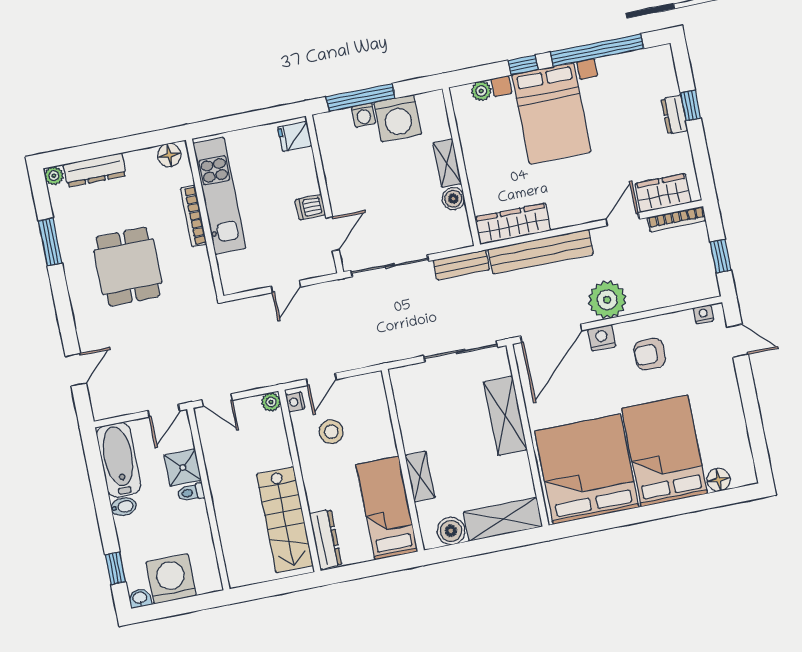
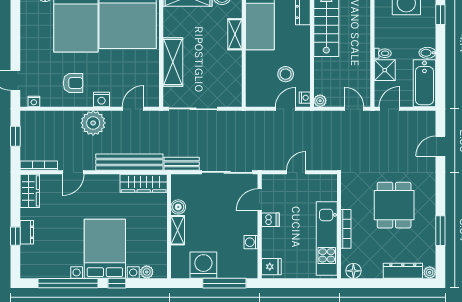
washing machine: (364, 115) -> (251, 242), moved, turned -90
wardrobe: (663, 193) -> (30, 191), moved, turned -90
door: (551, 333) -> (133, 109), width x0.53

